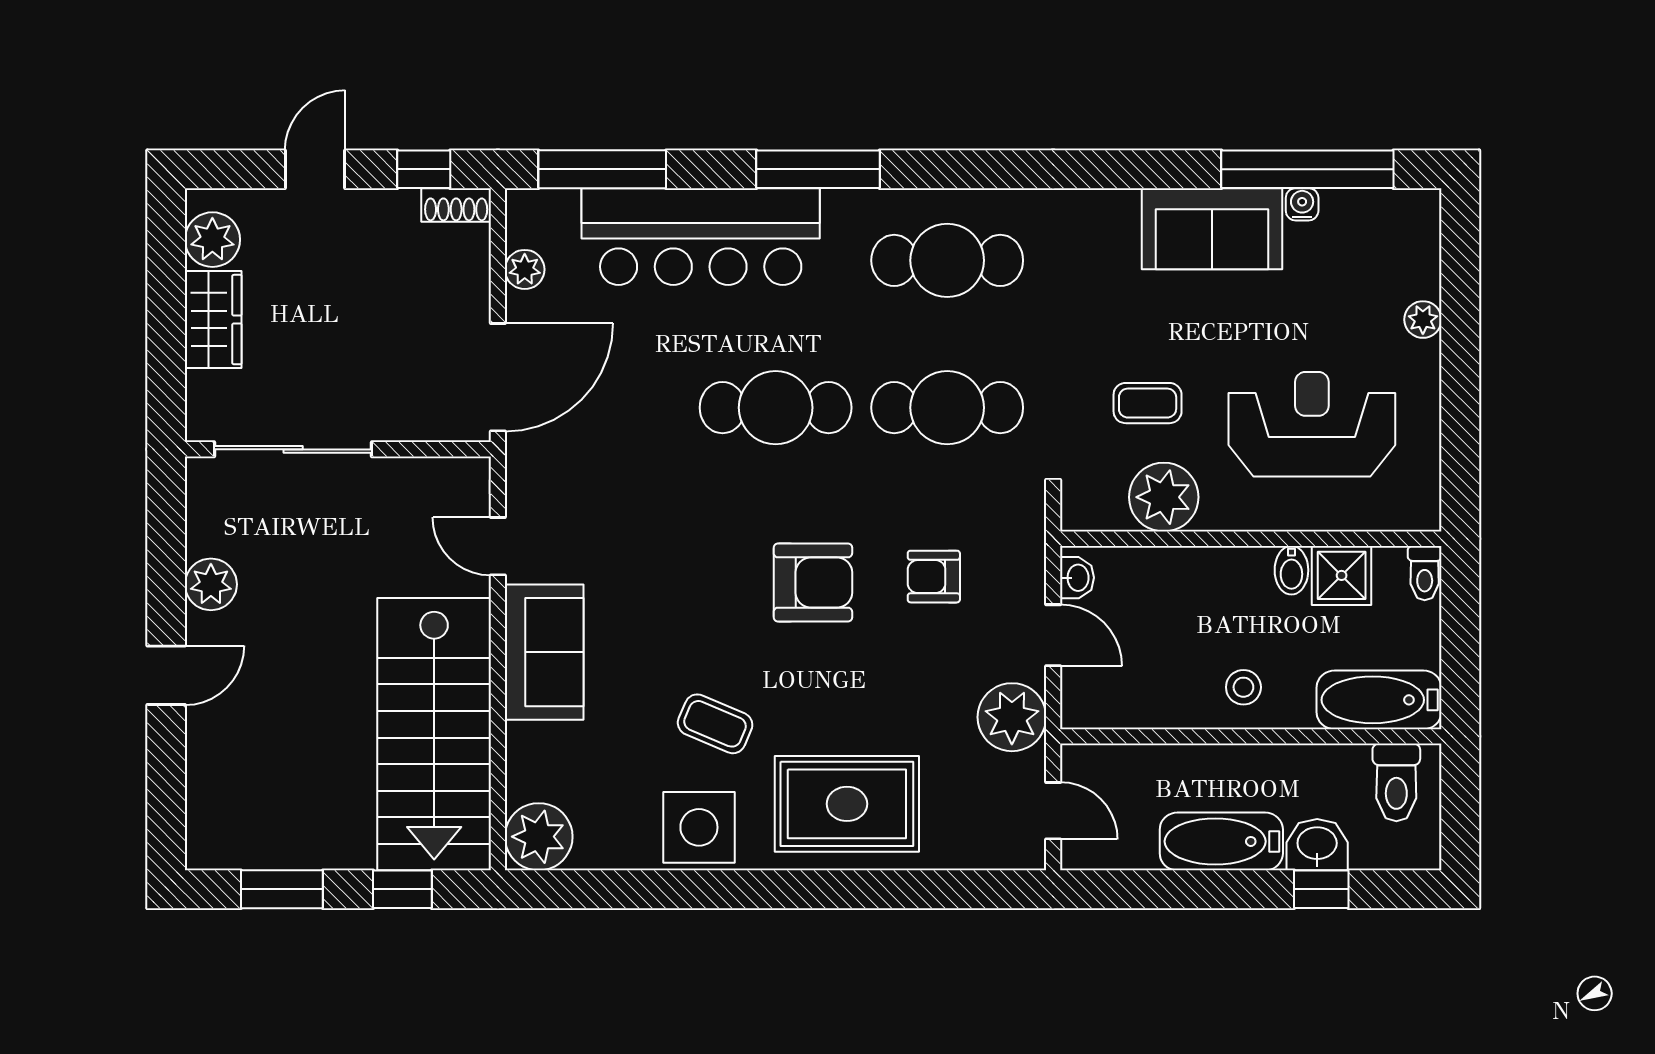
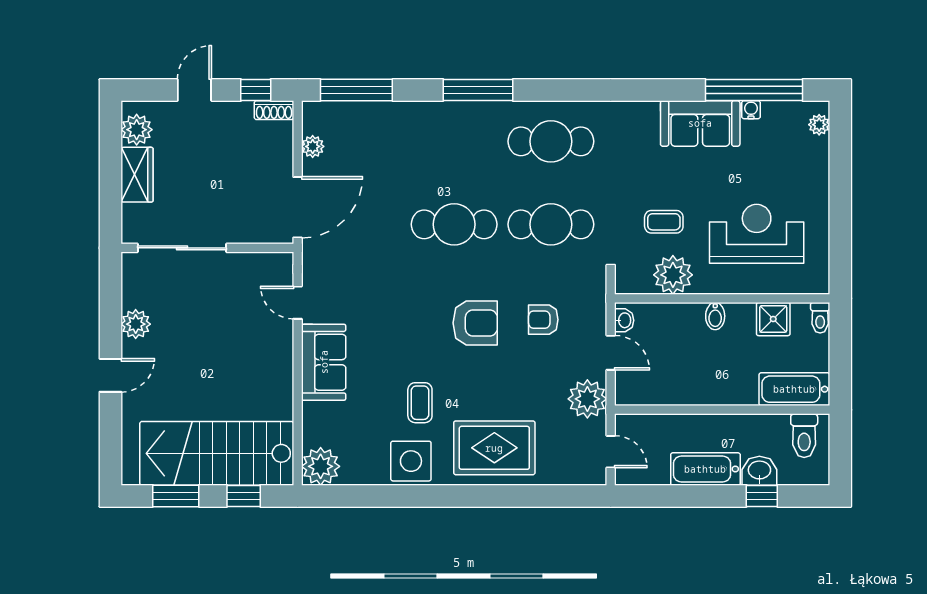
bar counter: (701, 237) -> (412, 128), removed
plant: (1423, 320) -> (819, 125), moved
bidet: (1291, 570) -> (715, 316), moved
stool: (1243, 687) -> (718, 382), removed
coffee table: (715, 724) -> (420, 403), turned 67
stairs: (434, 734) -> (217, 453), moved, turned 90

